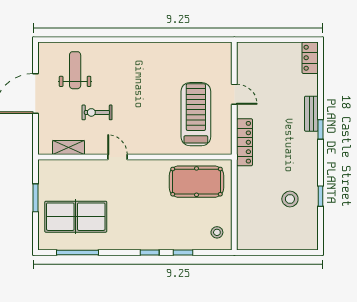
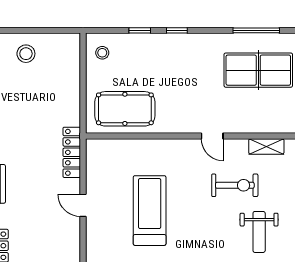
exercise bike: (97, 112) -> (235, 185), width x1.38, depth x1.39
treadmill: (196, 114) -> (150, 211), moved, turned 180
stool: (290, 199) -> (26, 54), moved

